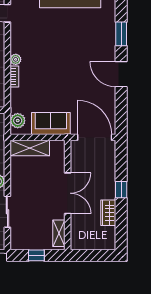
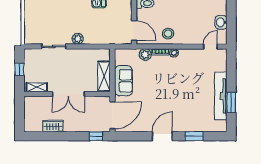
plant: (18, 121) -> (145, 55), moved
shelving: (30, 148) -> (104, 76), moved
window: (121, 190) -> (96, 136), moved

